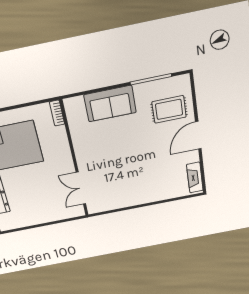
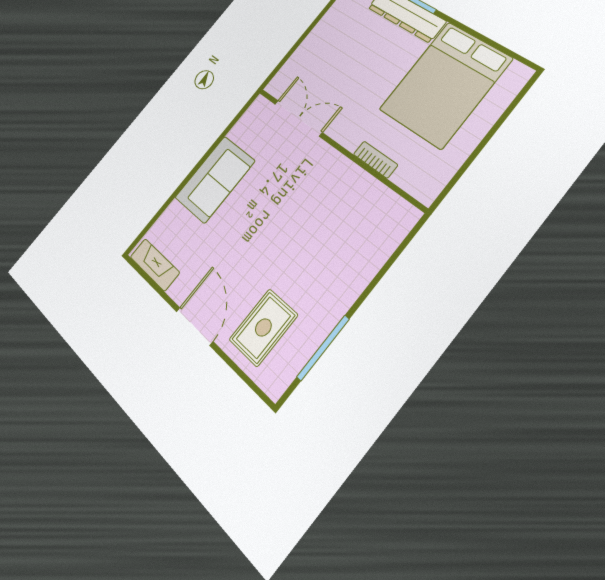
sofa: (110, 104) -> (215, 179), moved, turned 180
bookcase: (57, 113) -> (375, 160), moved

